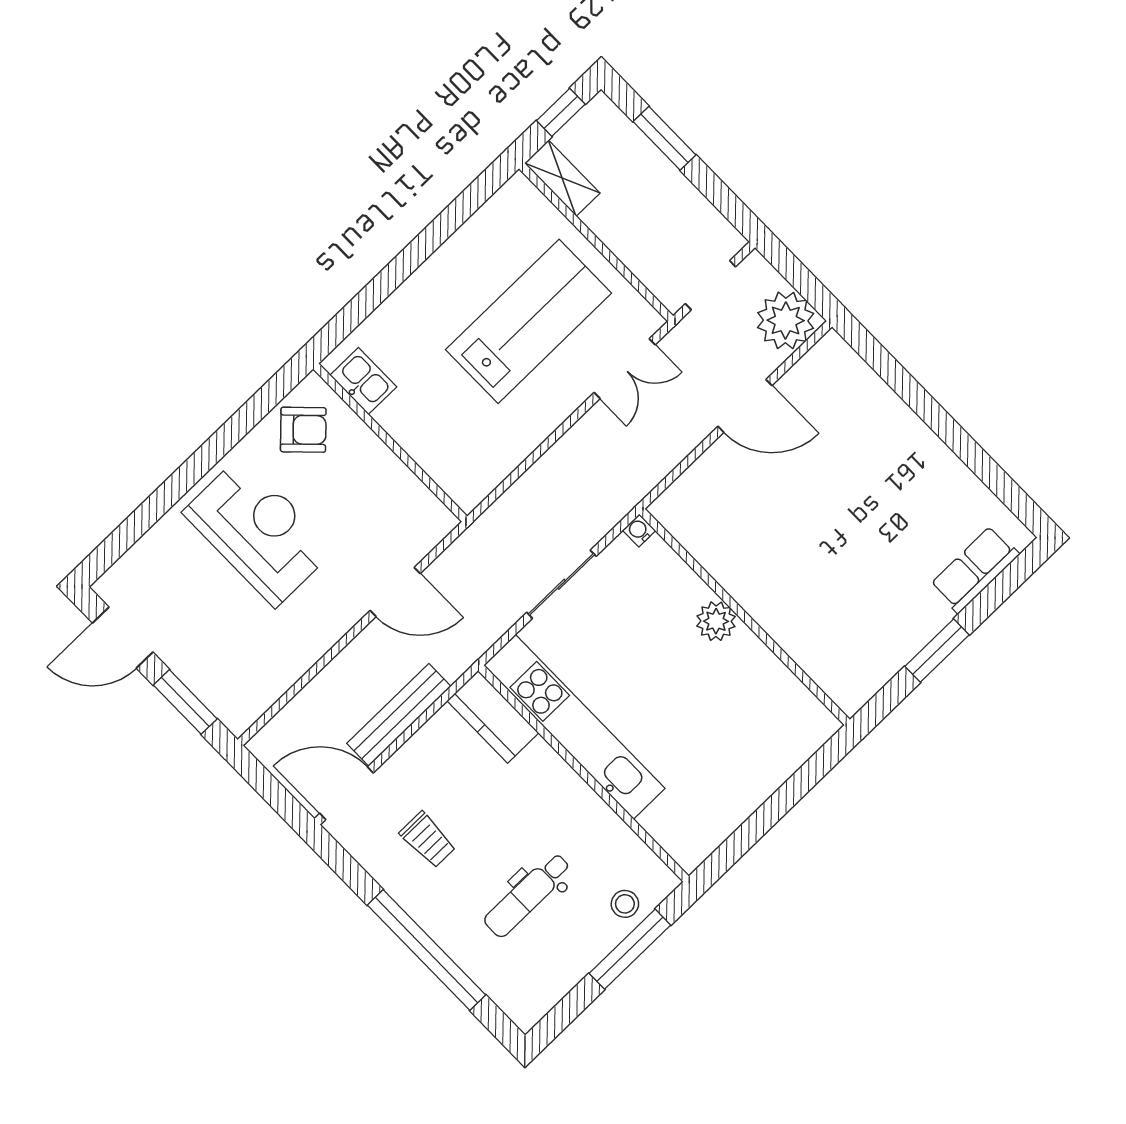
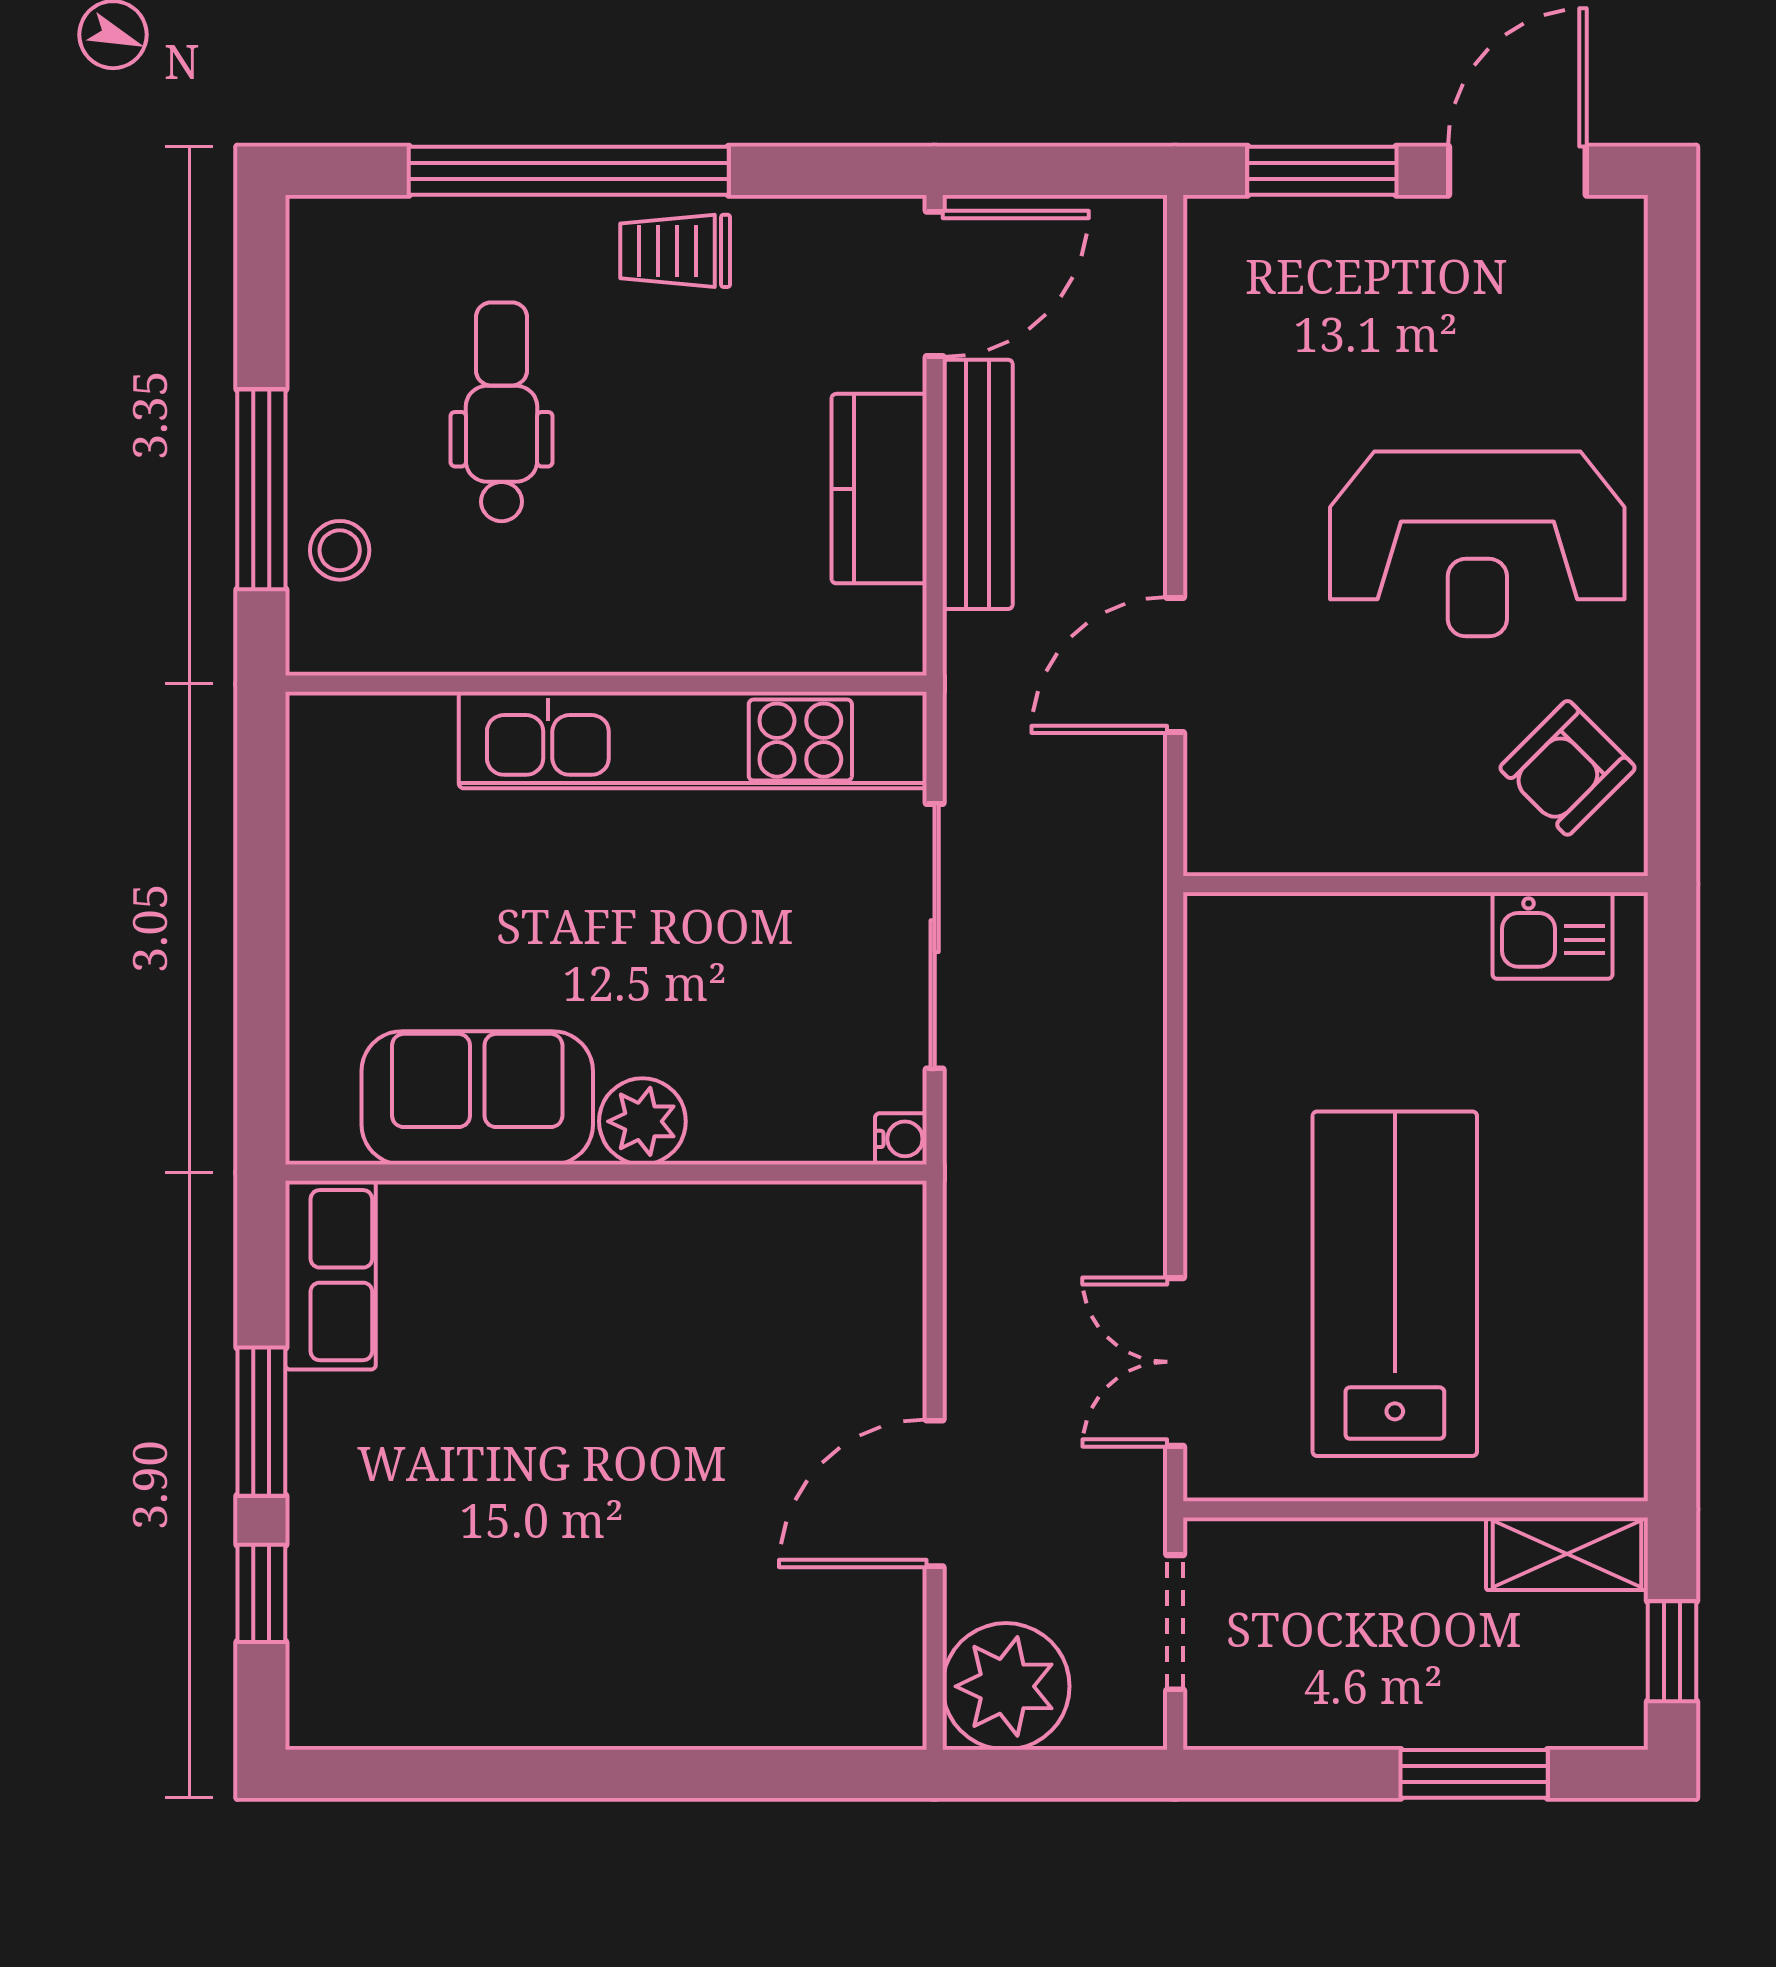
lab bench: (529, 321) -> (1395, 1284), turned 180
row of seats: (975, 569) -> (331, 1275), moved
sliding door: (561, 584) -> (935, 936), width x1.37
window: (994, 596) -> (261, 1593), added
sofa: (761, 683) -> (477, 1098), added
kitchen counter: (493, 717) -> (879, 489), moved, turned -90
trolley: (428, 840) -> (675, 251), moved

